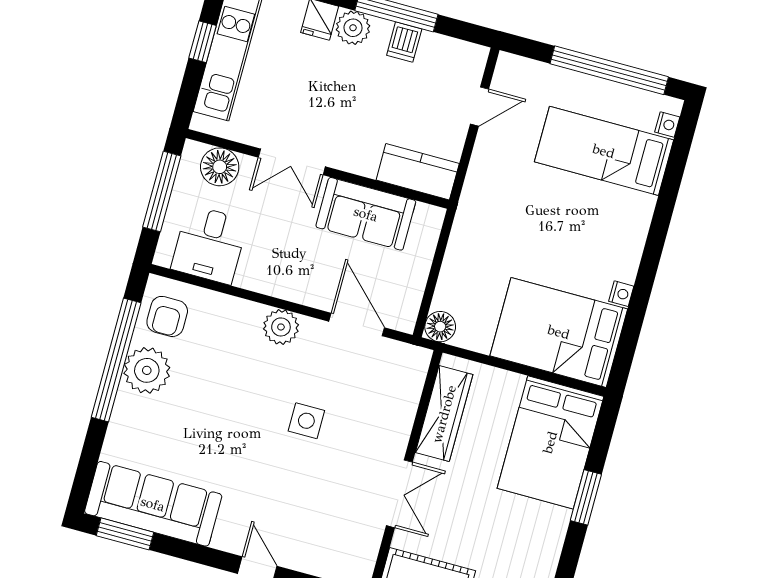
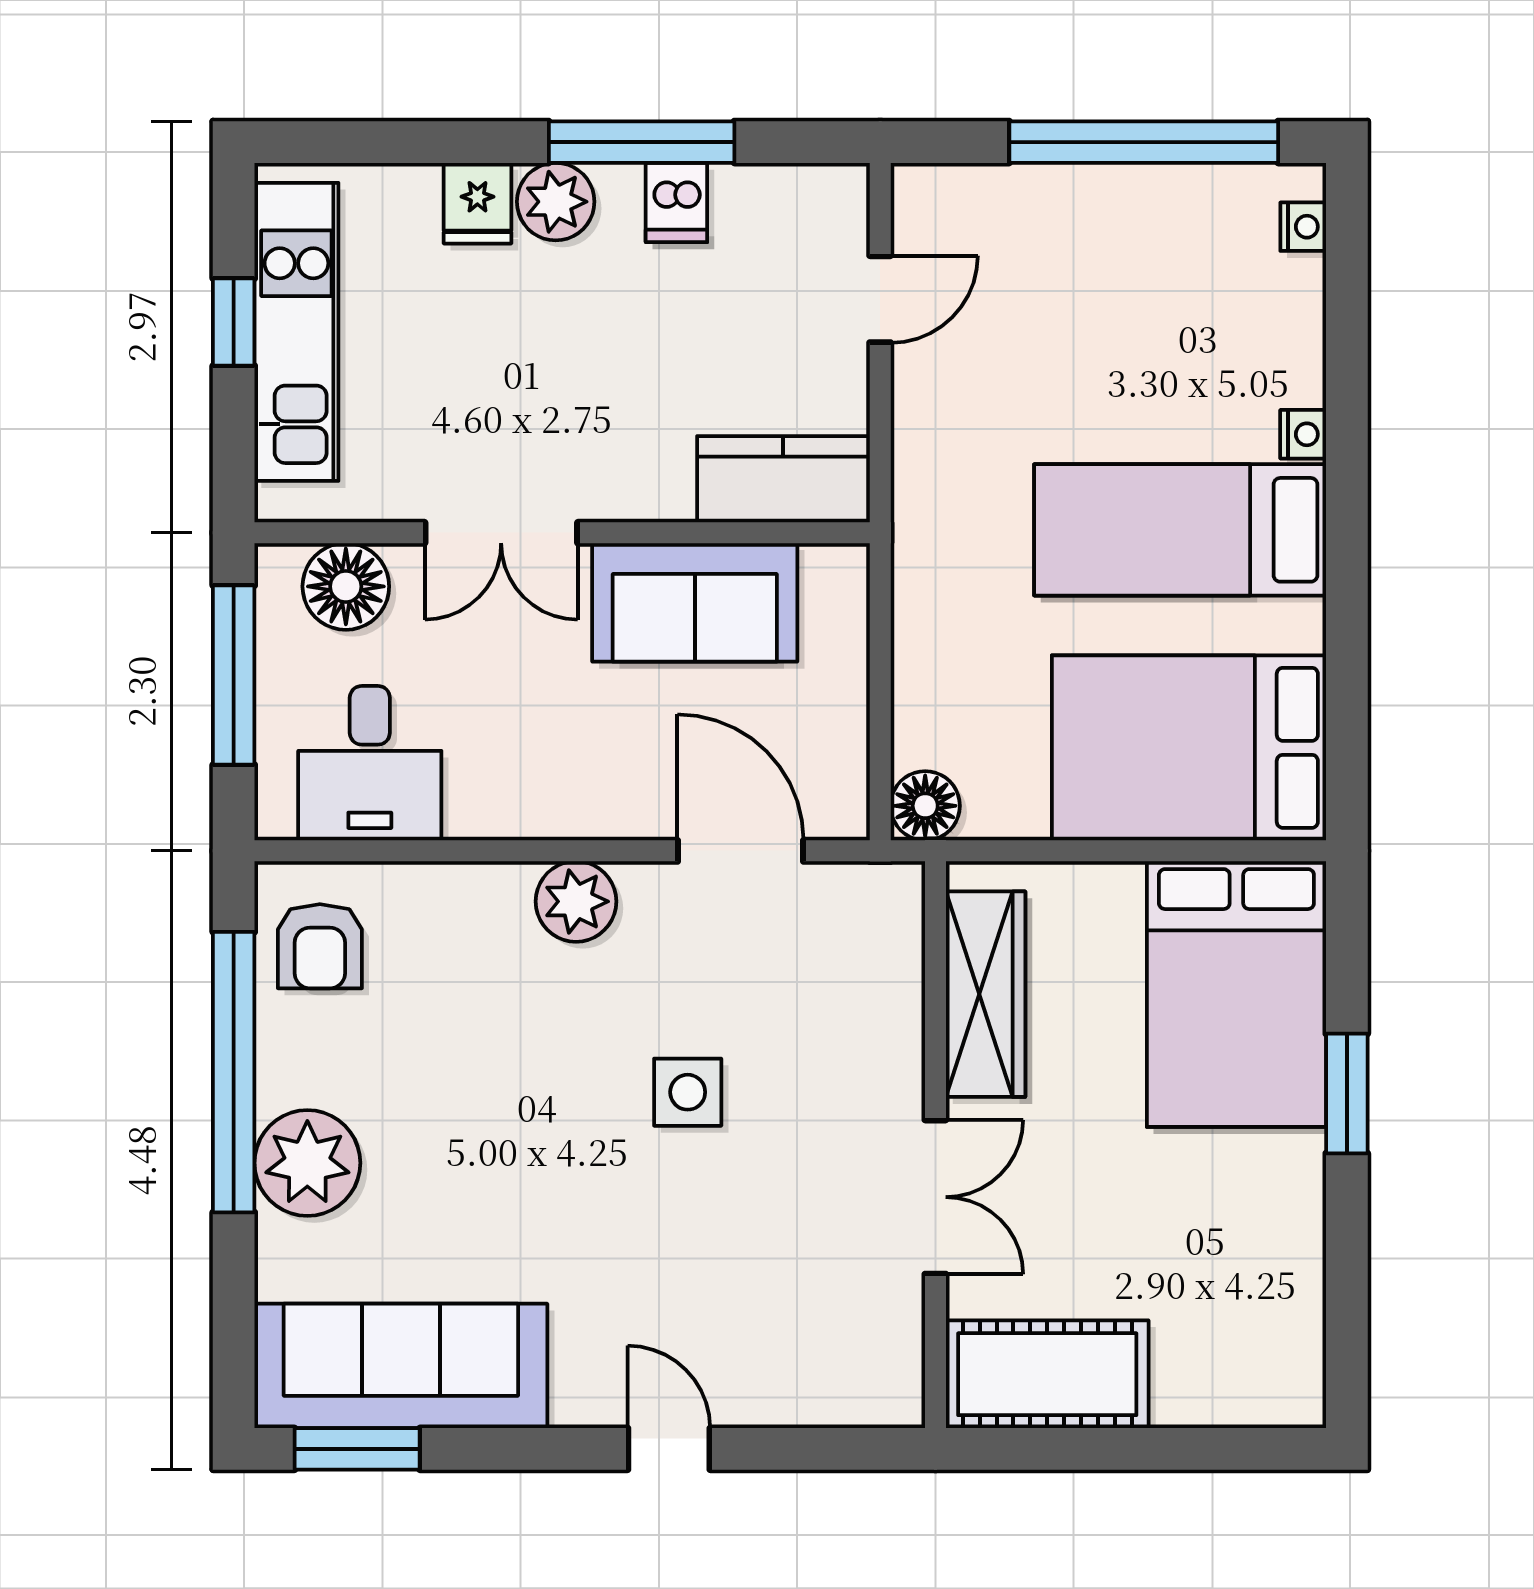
bed: (604, 151) -> (1180, 530), moved
nightstand: (621, 294) -> (1303, 434), moved
plant: (147, 370) -> (307, 1163), moved

